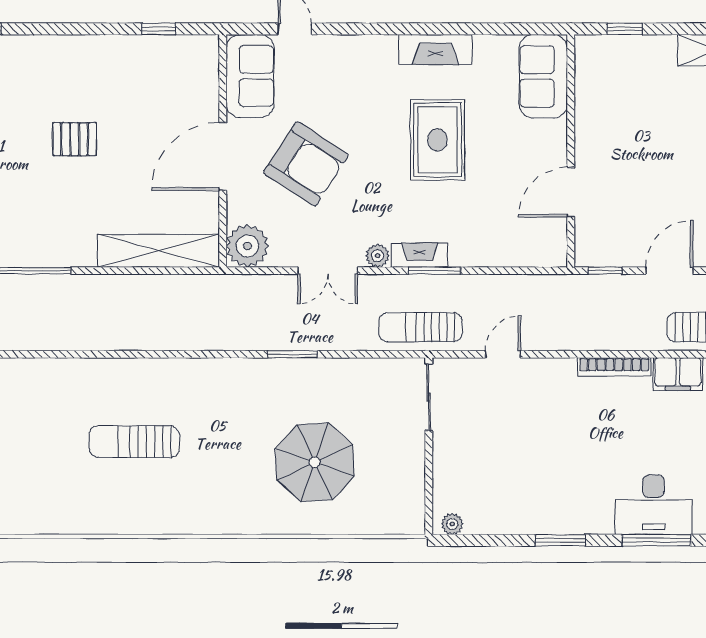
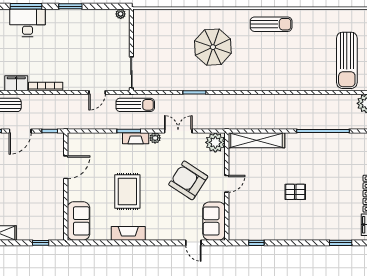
door: (223, 156) -> (227, 184), width x0.53
sun lounger: (134, 442) -> (271, 24), moved
parasol: (315, 462) -> (213, 47), moved

